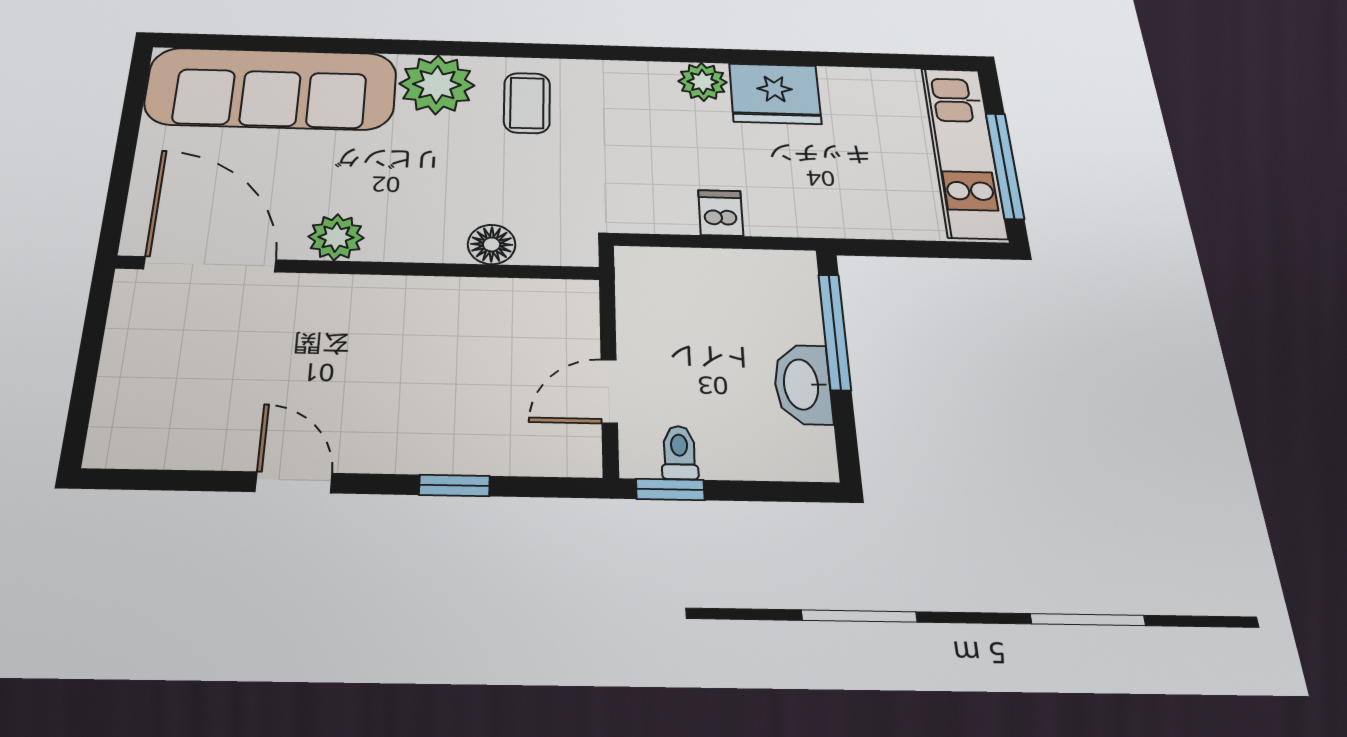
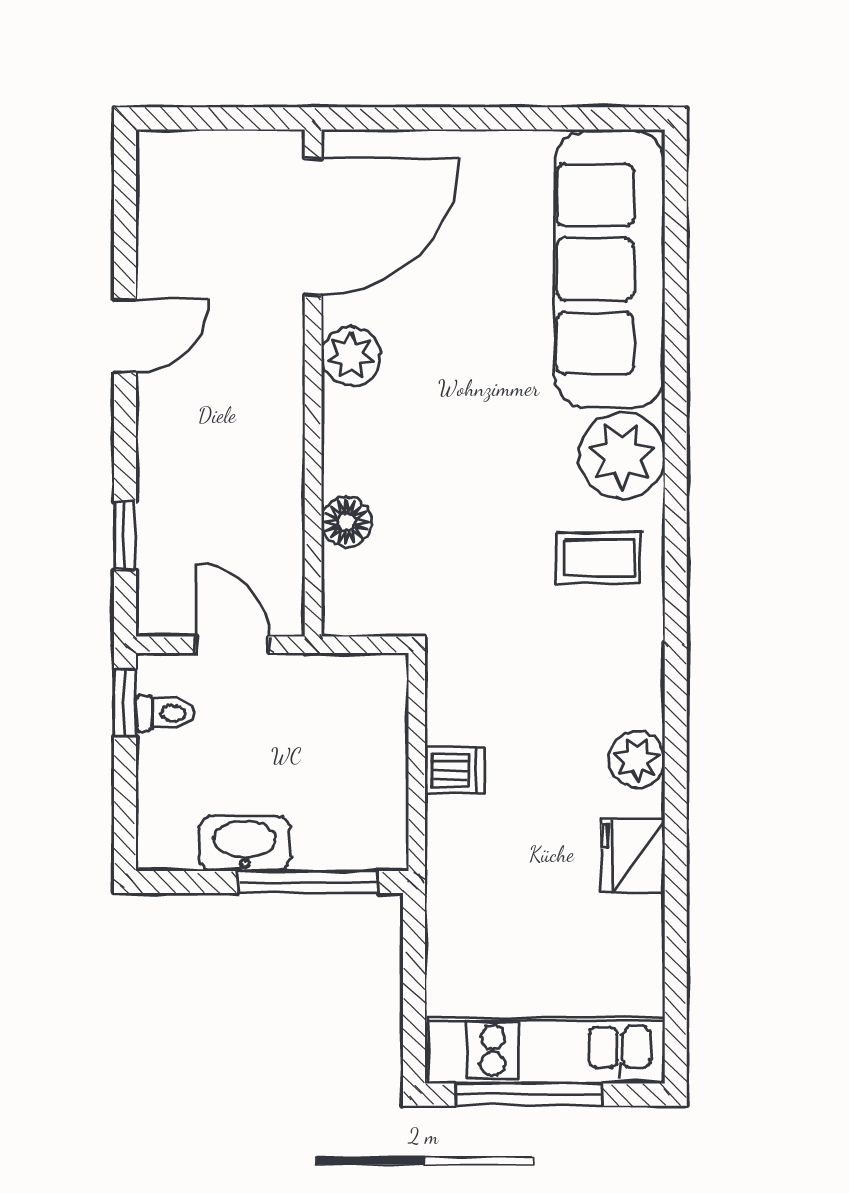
fridge: (775, 94) -> (633, 856), width x0.73, depth x0.75
plant: (336, 237) -> (351, 356), moved
floor lamp: (492, 244) -> (346, 522), moved
door: (210, 264) -> (313, 227), moved
wall: (359, 268) -> (313, 383), moved
window: (454, 485) -> (125, 536), moved

